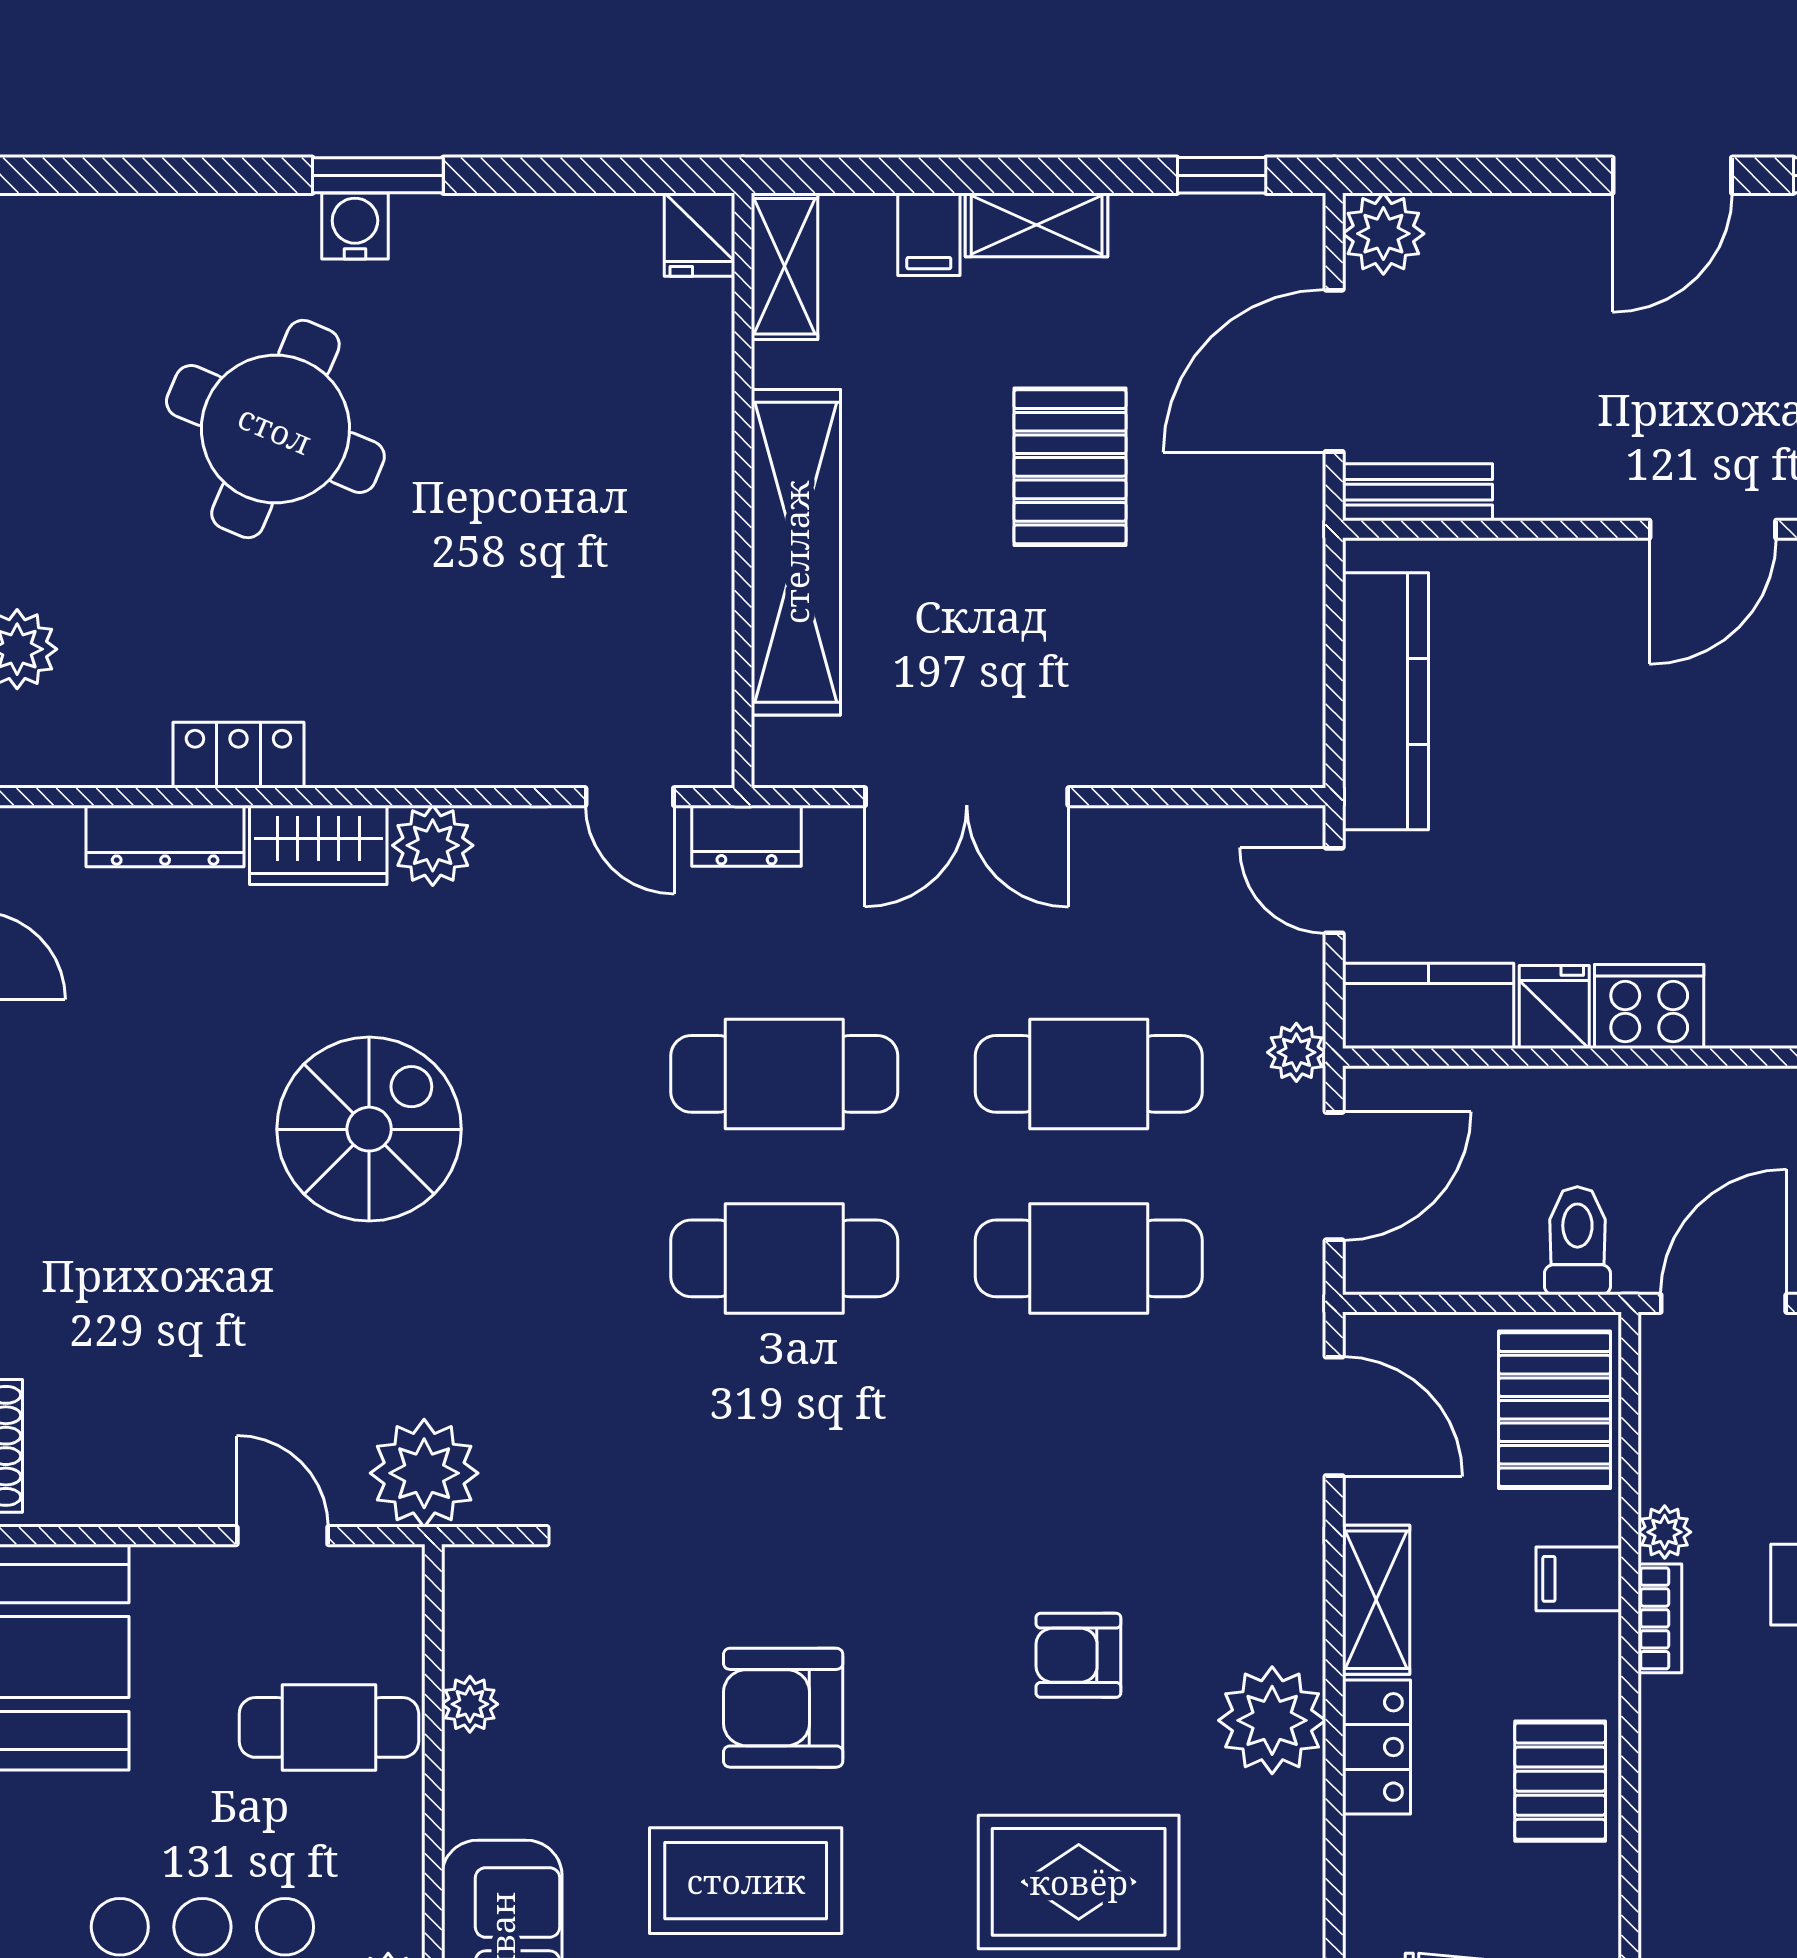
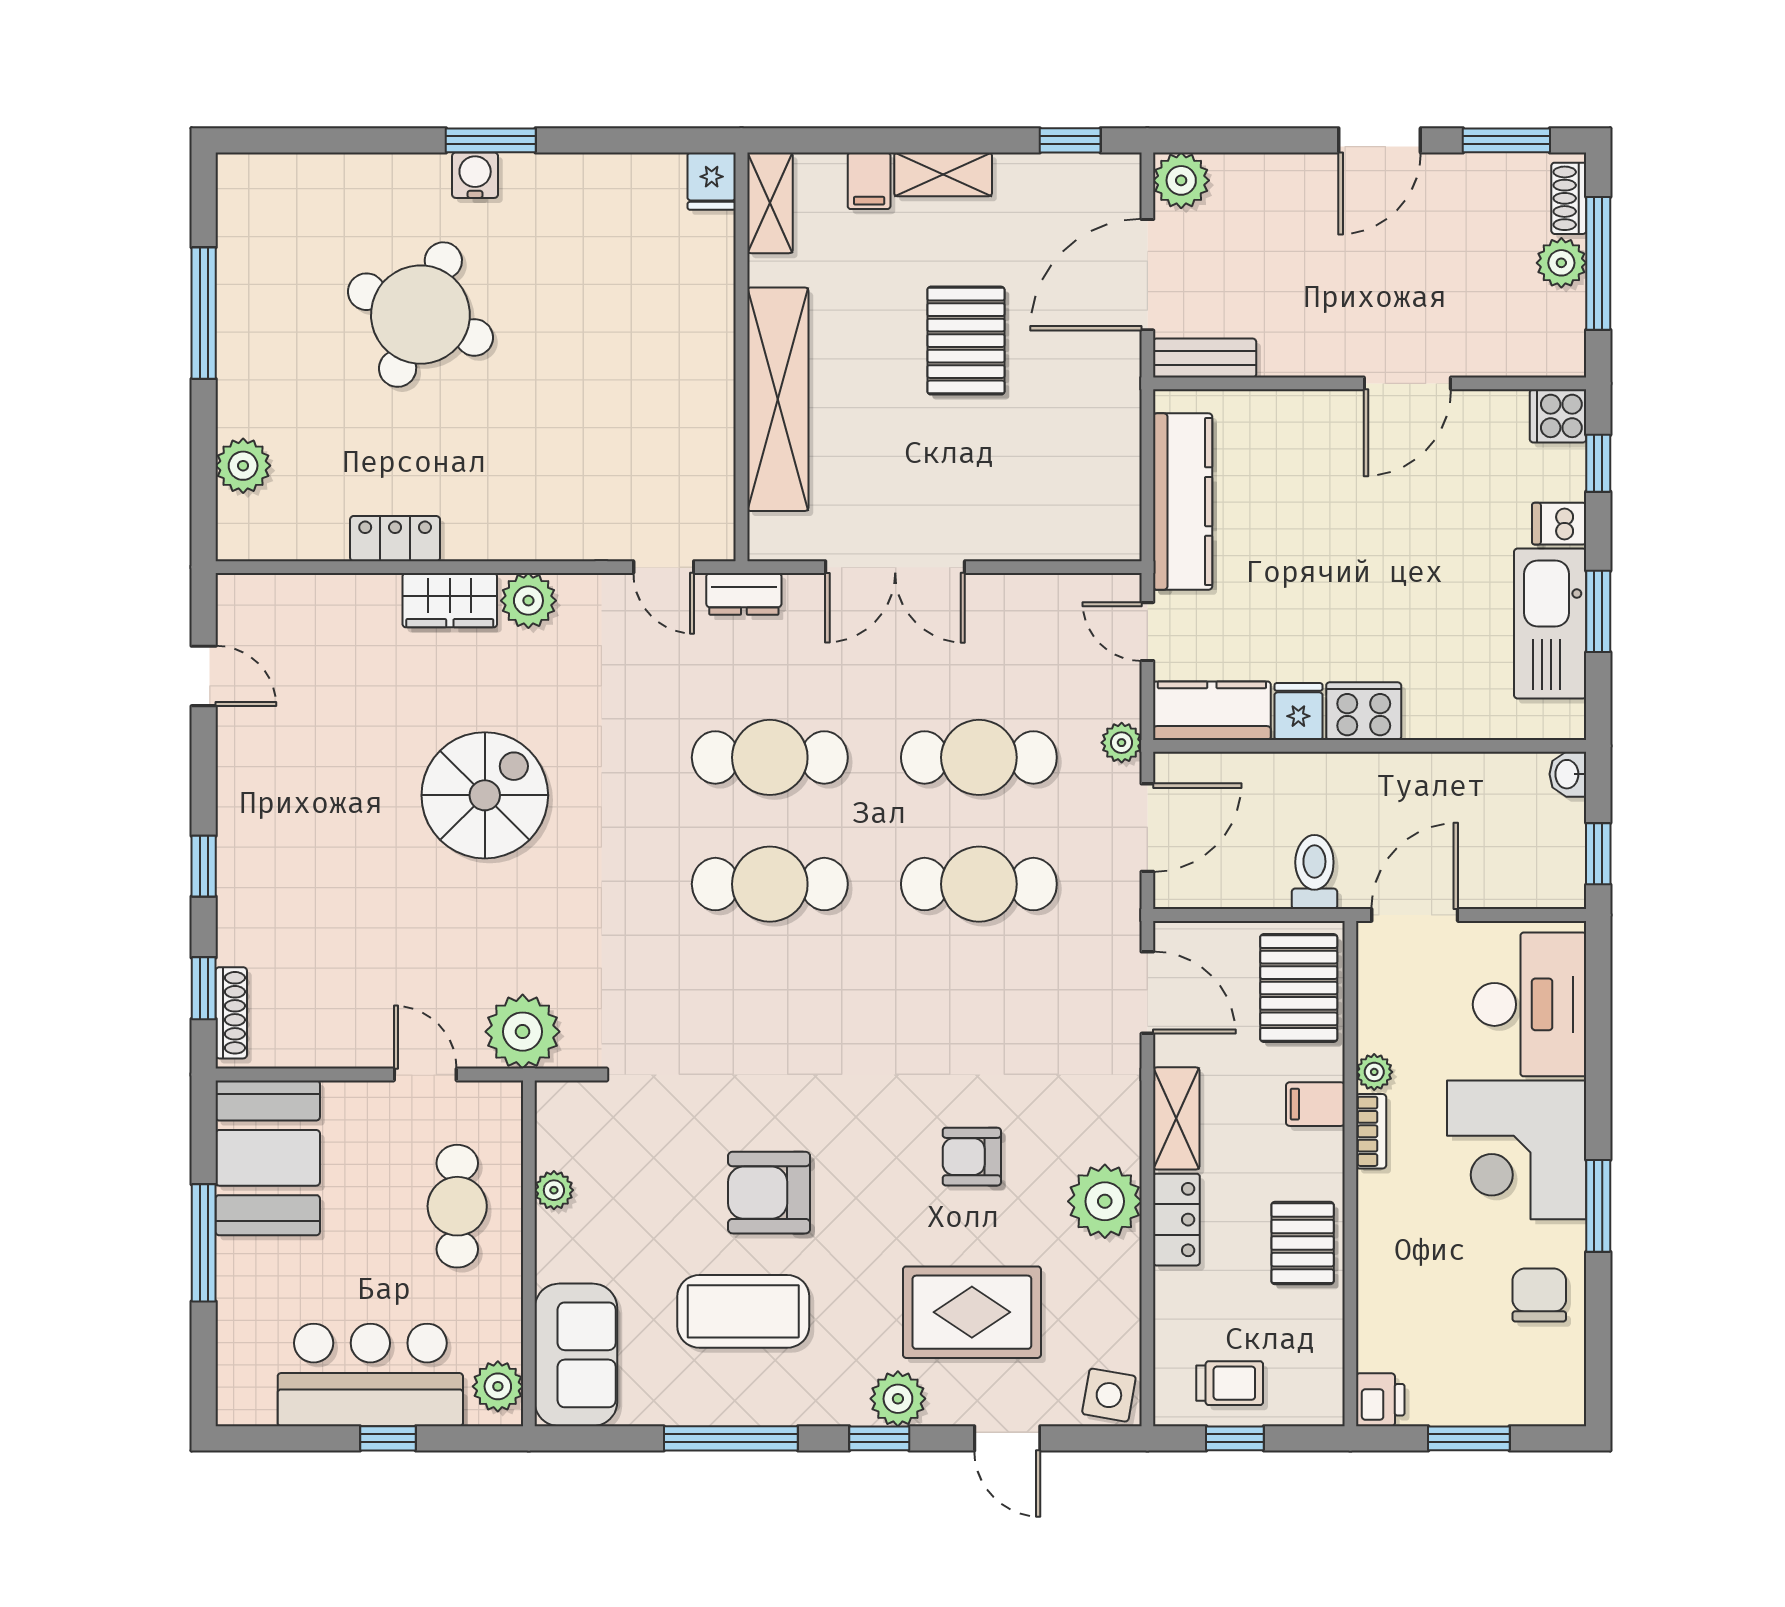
dresser: (165, 836) -> (345, 594), removed
cafe table: (329, 1727) -> (457, 1206), turned 90

